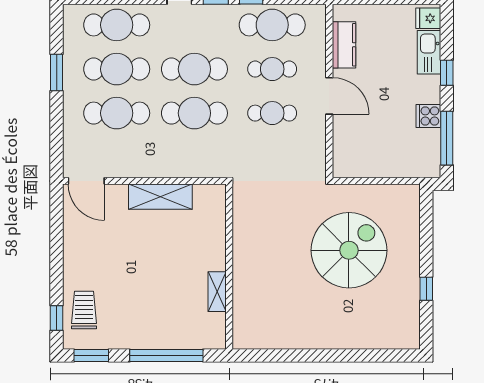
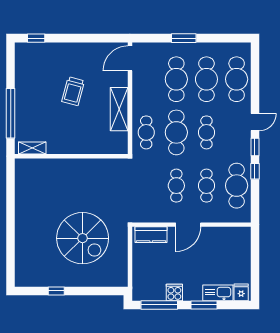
kitchen counter: (344, 45) -> (151, 235), moved
cafe table: (194, 69) -> (206, 132), width x0.73, depth x0.74
window: (57, 73) -> (184, 38), moved
window: (447, 73) -> (204, 305), width x1.50
cafe table: (194, 157) -> (146, 132), added
shelving: (217, 292) -> (32, 148), moved
trolley: (84, 310) -> (73, 91), moved, turned 105
window: (91, 356) -> (11, 62), removed

